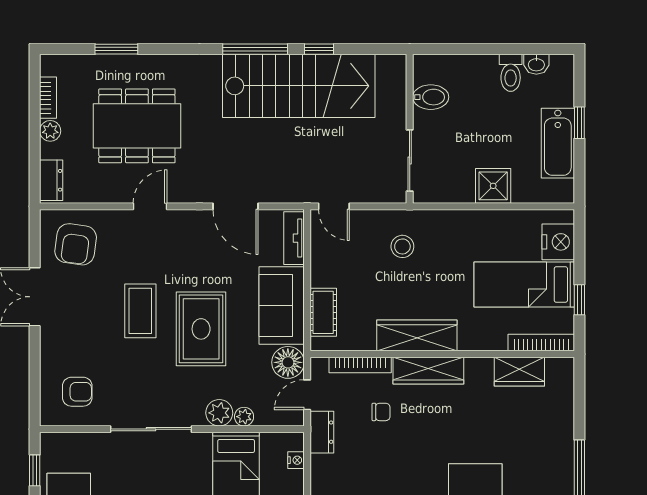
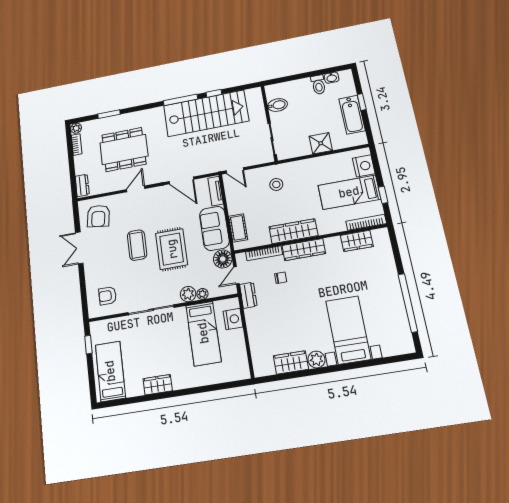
plant: (50, 131) -> (76, 128), moved
armchair: (77, 392) -> (107, 296), turned 180
nightstand: (296, 460) -> (233, 319), width x1.89, depth x1.79

